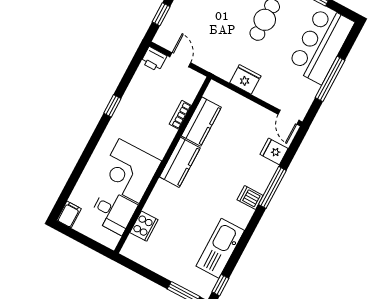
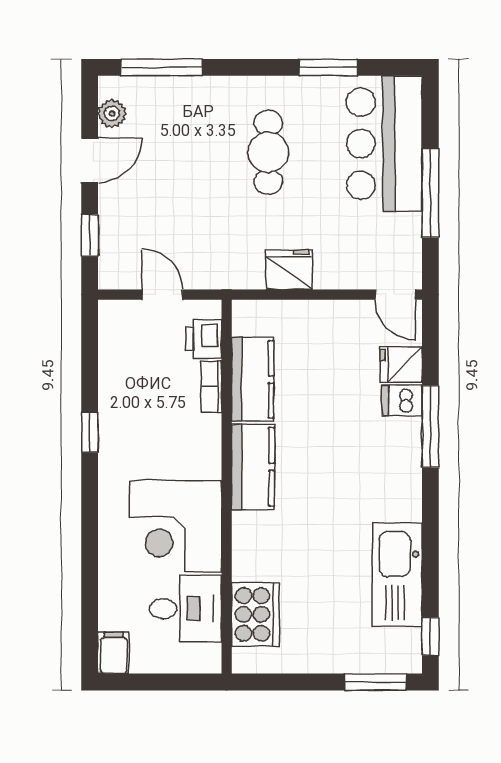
printer: (154, 59) -> (204, 339), moved, turned 90
dishwasher: (250, 198) -> (402, 400), moved
cooker: (144, 226) -> (255, 614), width x1.37, depth x1.31

